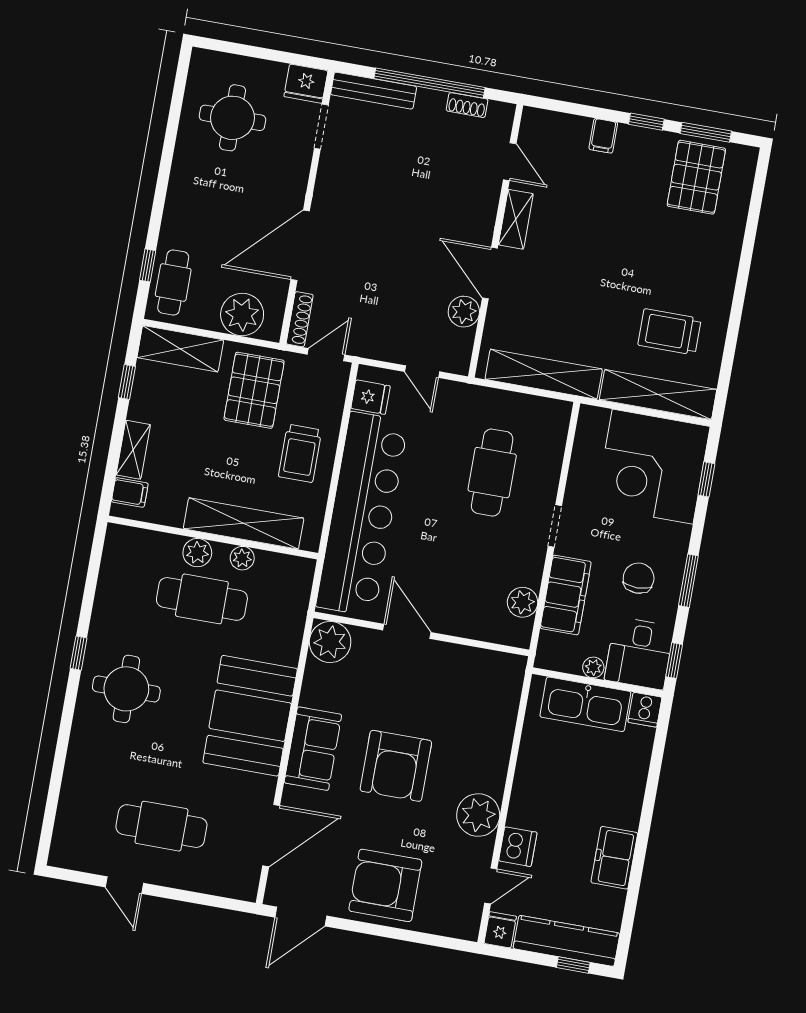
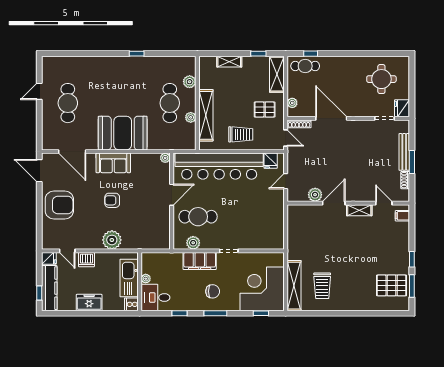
window: (429, 83) -> (412, 162), width x0.47
bench: (374, 91) -> (404, 152), moved
filing cabinet: (603, 136) -> (402, 216), moved
door: (510, 162) -> (384, 203), swing flipped
plant: (242, 315) -> (292, 103), width x0.53, depth x0.53
trolley: (670, 332) -> (322, 286), turned 180
shelving: (544, 374) -> (294, 234), removed
pallet: (254, 390) -> (265, 110), width x0.67, depth x0.71
trolley: (300, 453) -> (241, 134), turned 180
cafe table: (492, 473) -> (198, 217), moved
filing cabinet: (130, 492) -> (210, 63), removed
plant: (197, 553) -> (190, 82), moved
plant: (330, 642) -> (165, 158), width x0.53, depth x0.53
desk: (639, 653) -> (155, 298), moved
plant: (593, 667) -> (146, 279), moved
wall: (598, 682) -> (140, 282), moved
round table: (126, 689) -> (125, 77), removed
kitchen sink: (585, 704) -> (129, 278), moved
cooker: (645, 710) -> (131, 304), moved
armchair: (396, 766) -> (112, 200), width x0.53, depth x0.53
plant: (478, 815) -> (112, 240), moved
armchair: (385, 885) -> (59, 205), turned 90

